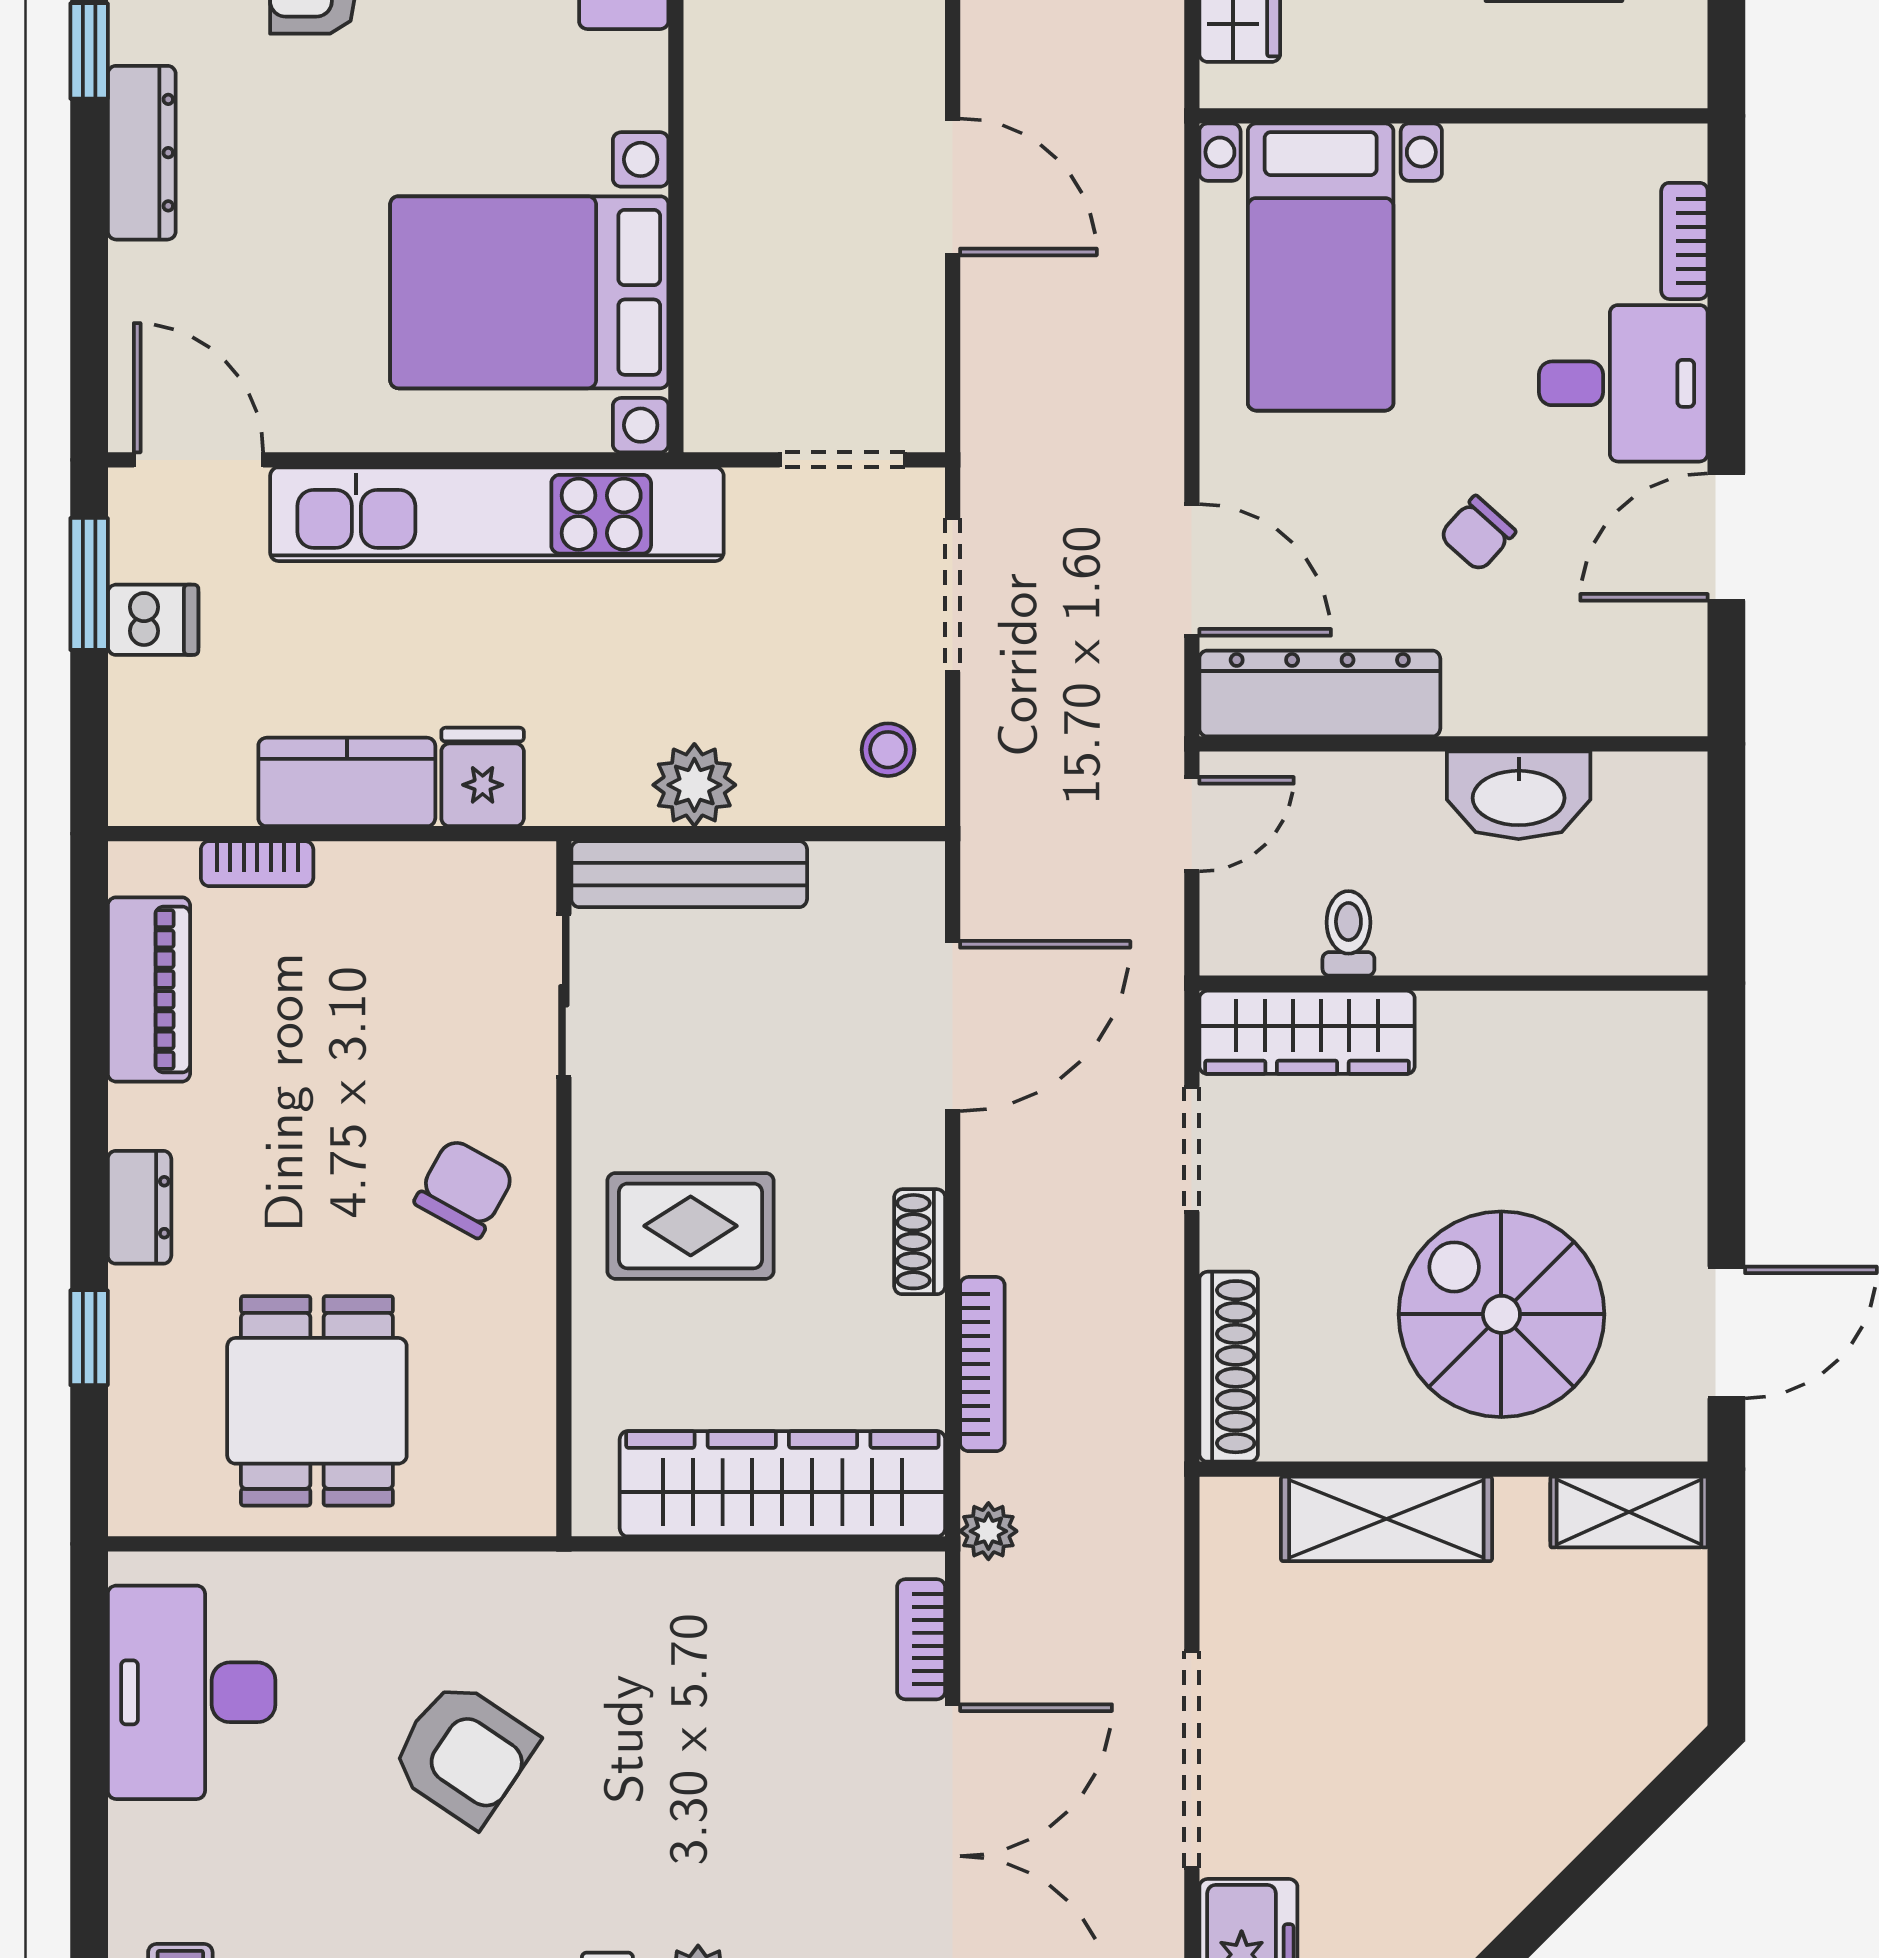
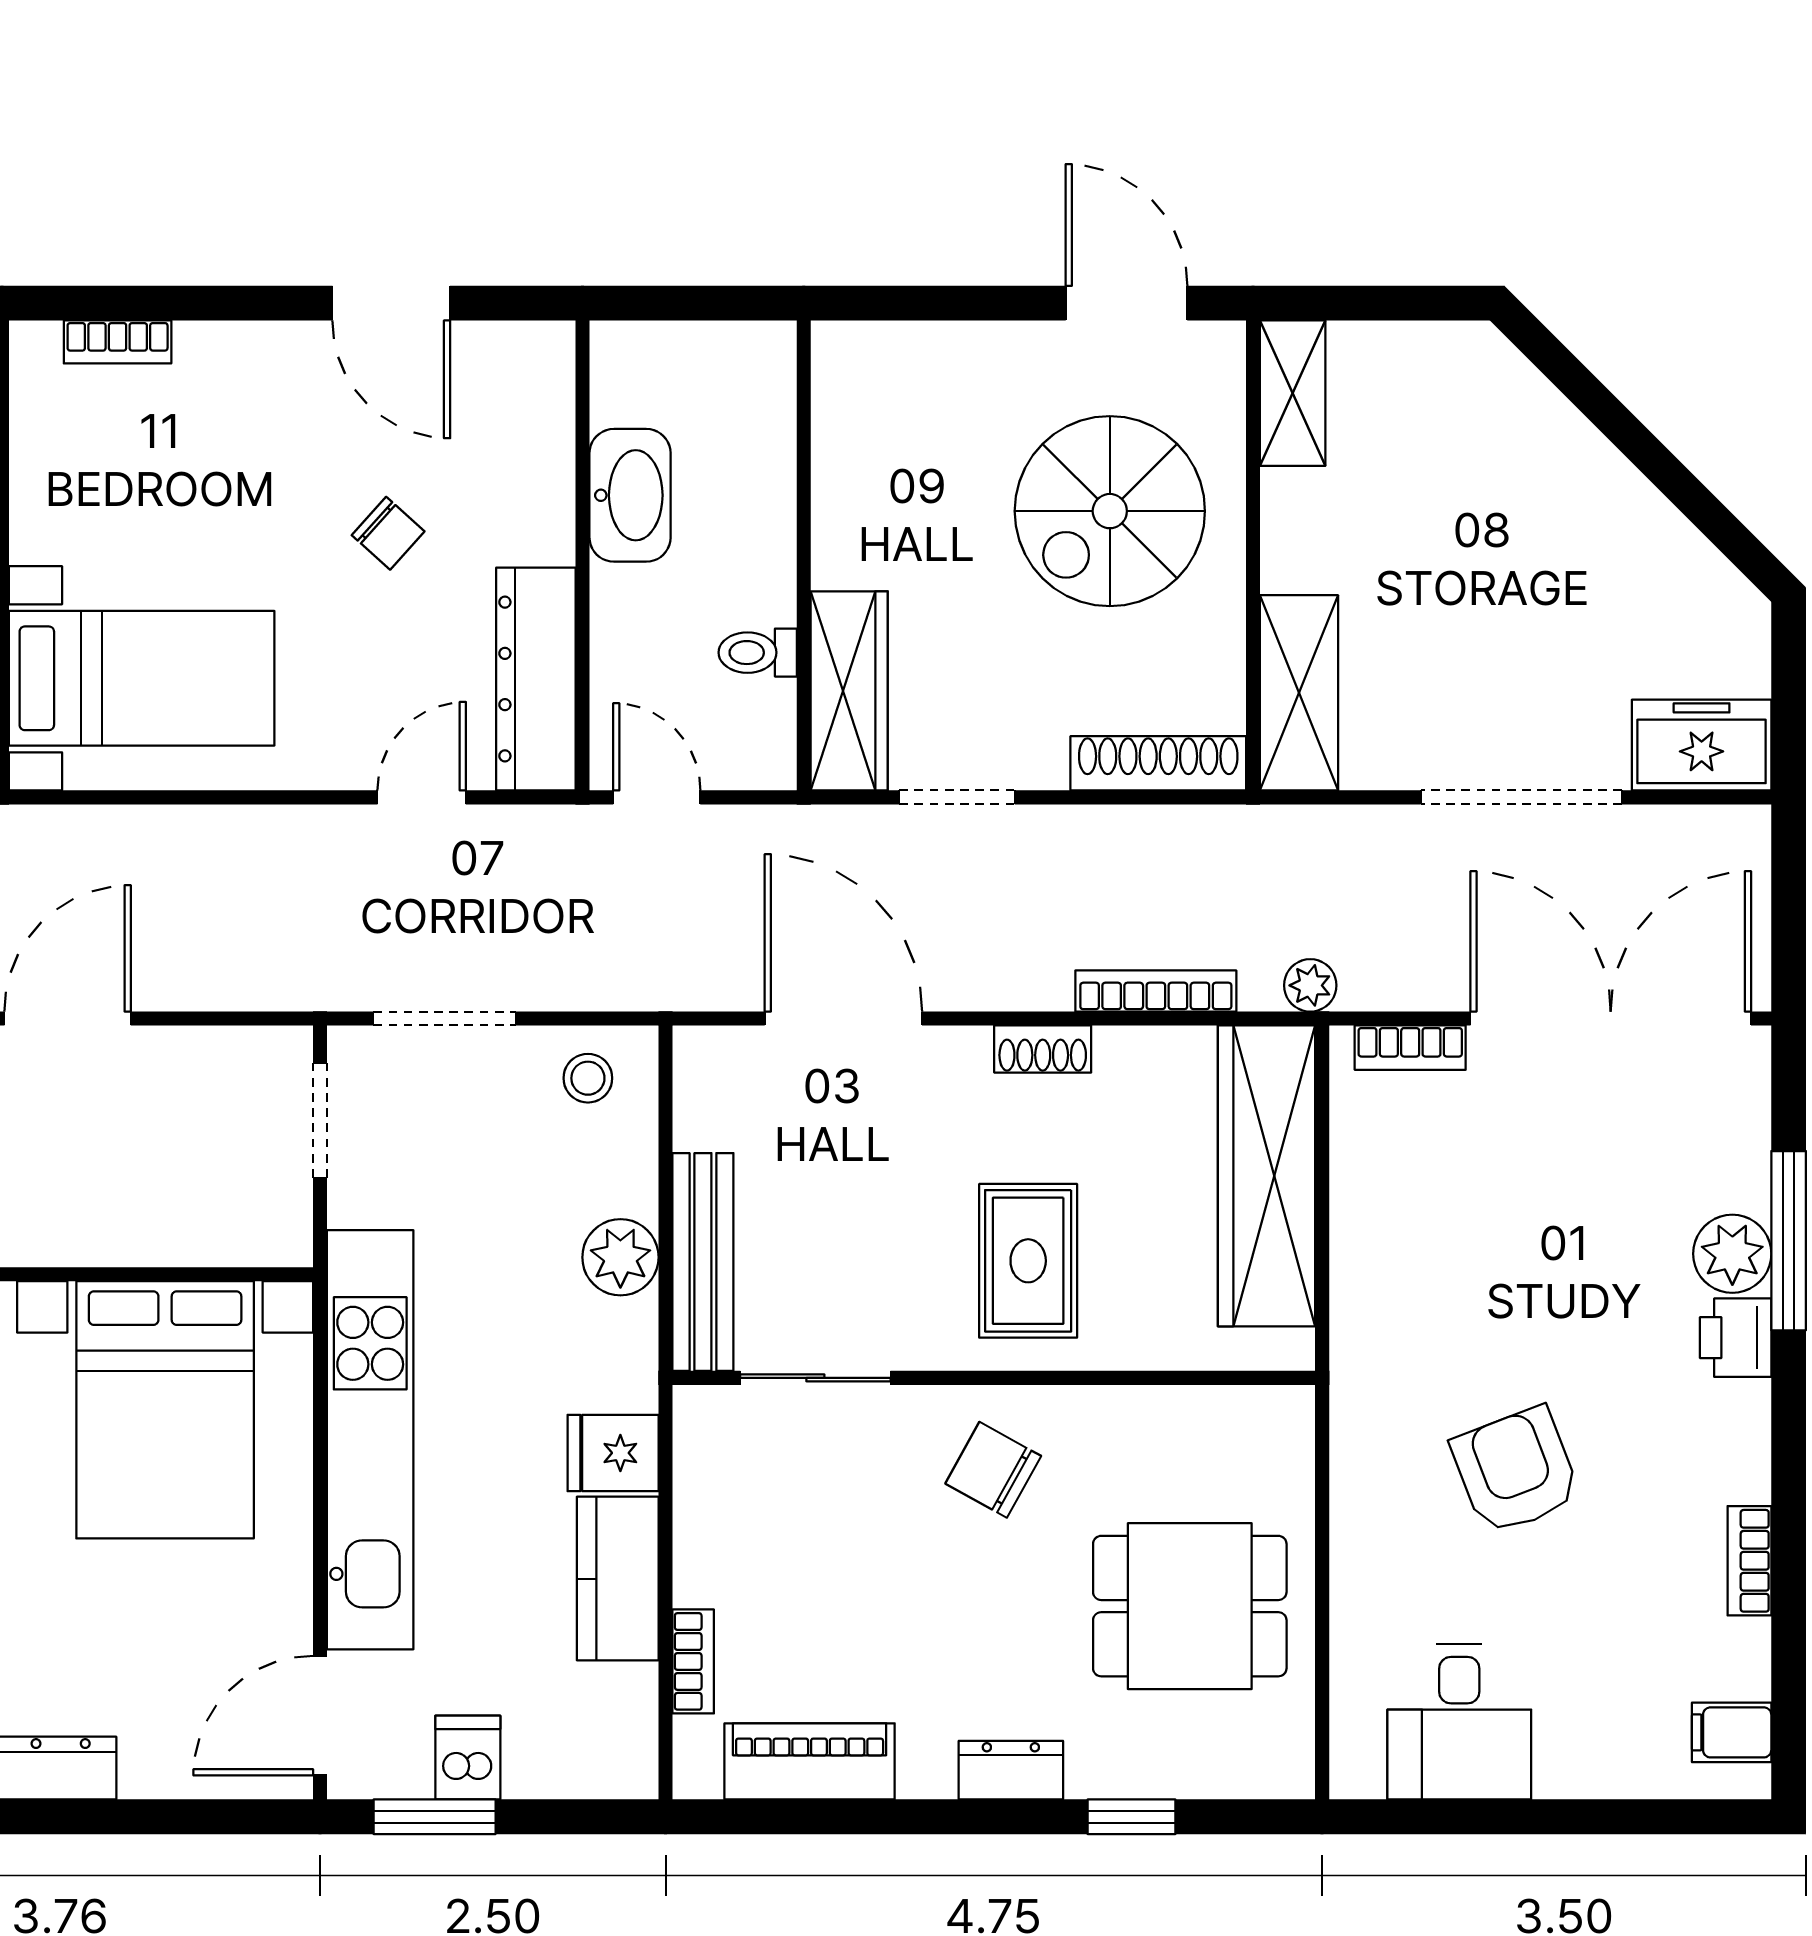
desk: (1623, 383) -> (249, 398), removed
door: (1192, 570) -> (422, 797), width x0.73
shelving: (1386, 1519) -> (1299, 693), moved
desk: (192, 1692) -> (1459, 1722), width x0.73
armchair: (463, 1753) -> (1516, 1471), turned -55

